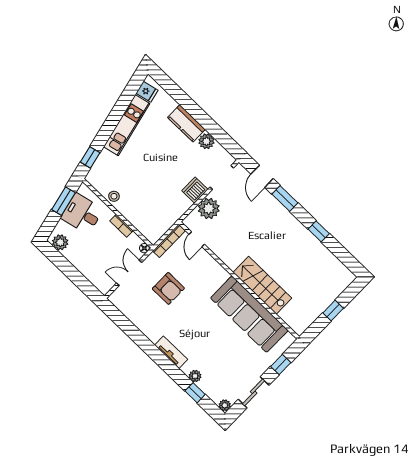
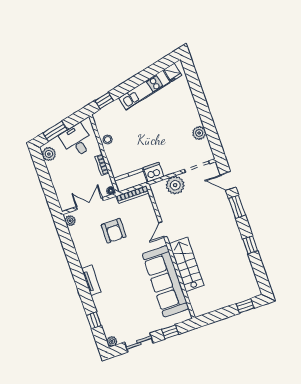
kitchen counter: (186, 123) -> (130, 180), moved, turned 90
door: (262, 176) -> (228, 181), hinge flipped
dishwasher: (195, 190) -> (153, 172), moved
window: (63, 201) -> (55, 131), moved
door: (197, 239) -> (163, 229), moved
window: (333, 311) -> (245, 306), moved
plant: (195, 376) -> (70, 221), moved

